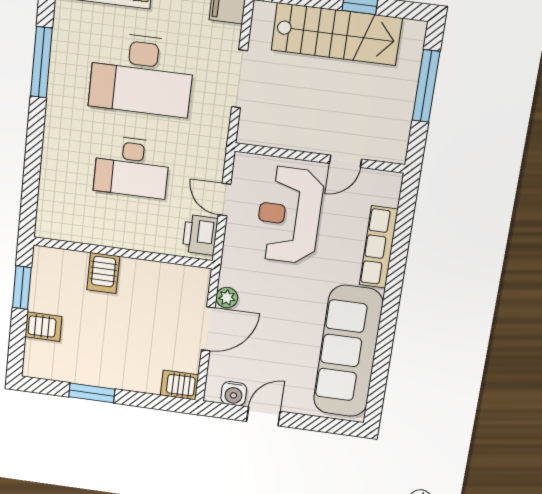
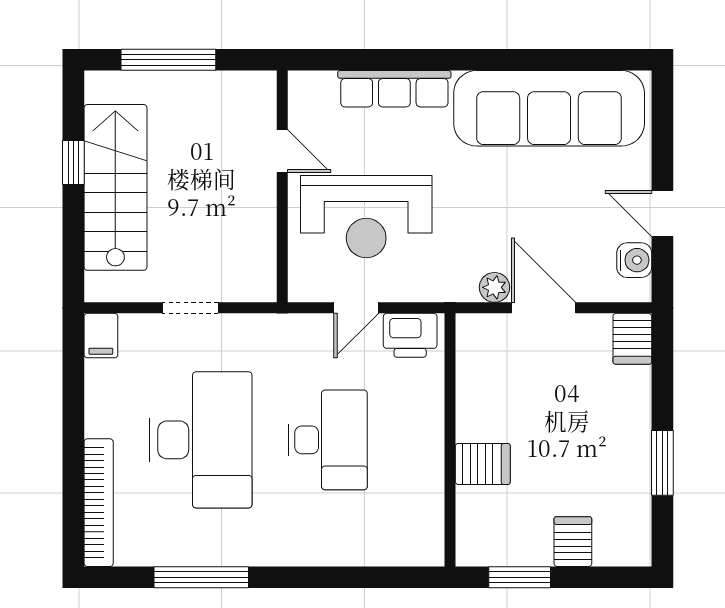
doorway: (240, 79) -> (190, 308), width x0.73

